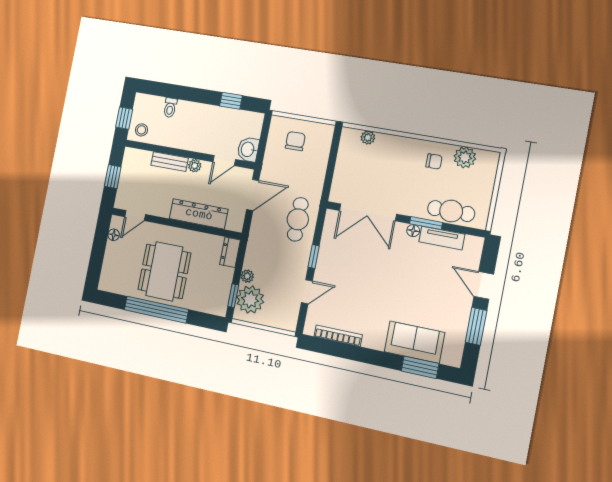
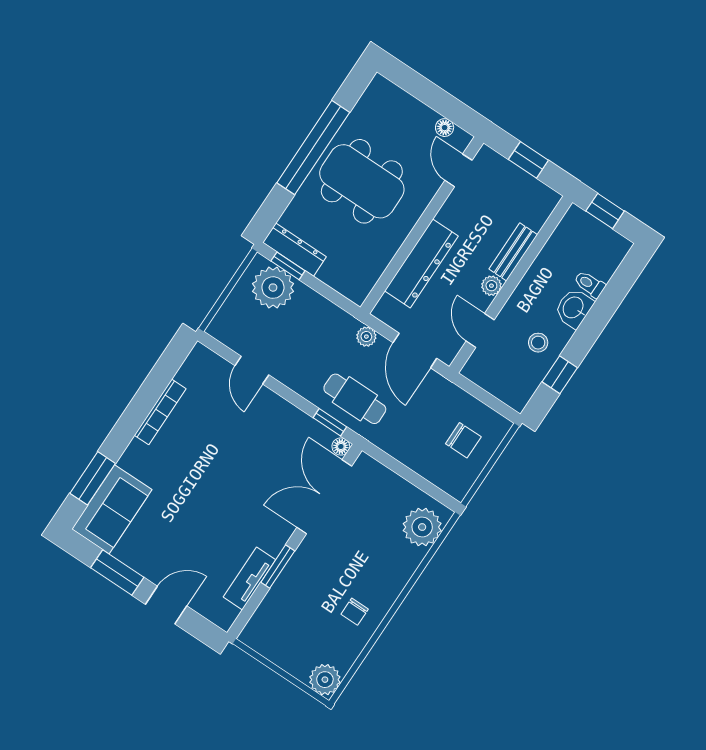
stool: (141, 130) -> (538, 343), moved
plant: (368, 138) -> (422, 527), width x1.87, depth x1.87
washbasin: (248, 149) -> (574, 308), moved, turned -90
plant: (465, 157) -> (325, 680), moved
cafe table: (451, 211) -> (280, 605), removed
floor lamp: (413, 231) -> (341, 446), moved
dresser: (230, 252) -> (295, 250), moved, width x1.44
window: (314, 257) -> (330, 422), moved
plant: (247, 276) -> (366, 337), moved
bookcase: (338, 336) -> (160, 412), moved
sofa: (414, 342) -> (112, 509), moved

